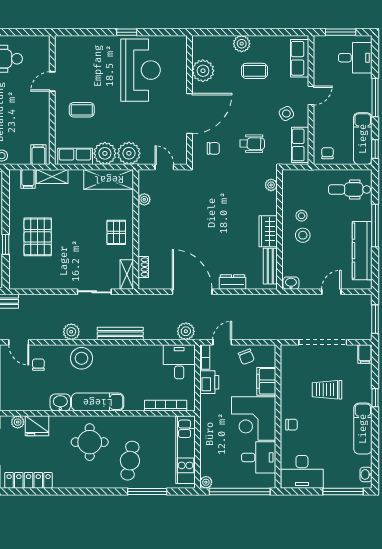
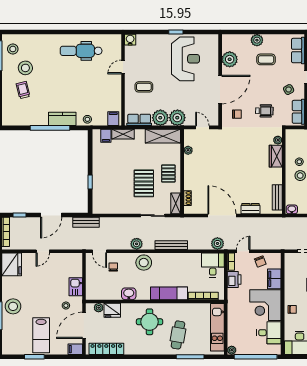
water cooler: (62, 43) -> (130, 40), added
wardrobe: (268, 231) -> (276, 156), moved
pallet: (38, 237) -> (144, 183), moved
exam couch: (98, 402) -> (169, 293), moved

